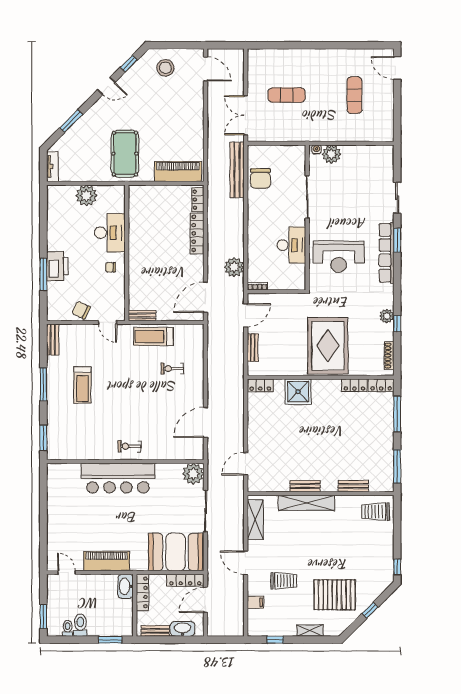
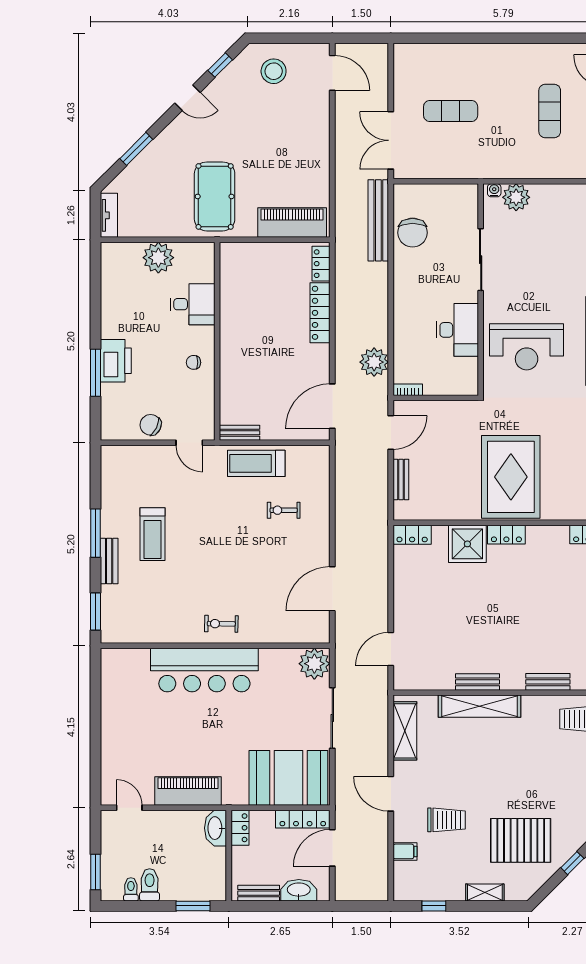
desk: (110, 233) -> (193, 304), width x0.73
bench: (53, 340) -> (109, 561), moved
locker: (354, 385) -> (506, 535), moved
locker: (142, 592) -> (240, 828), width x0.66

